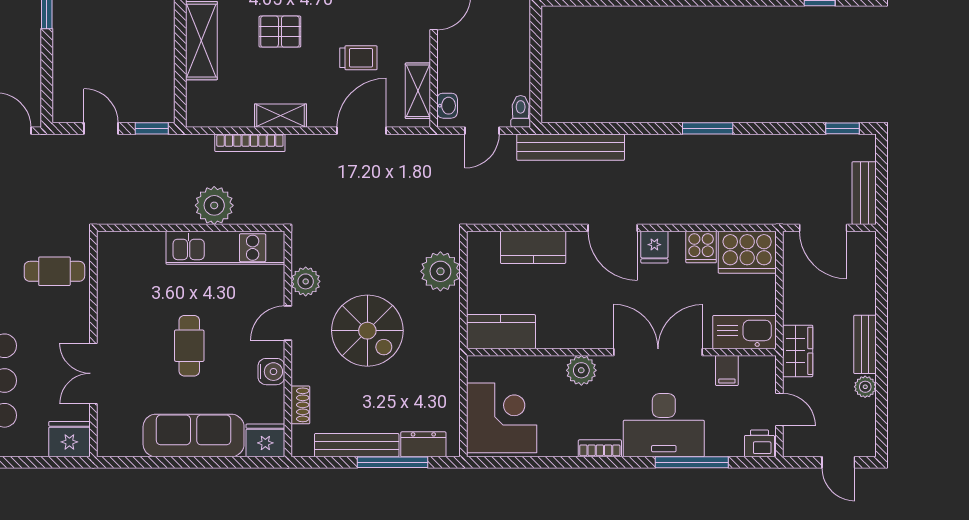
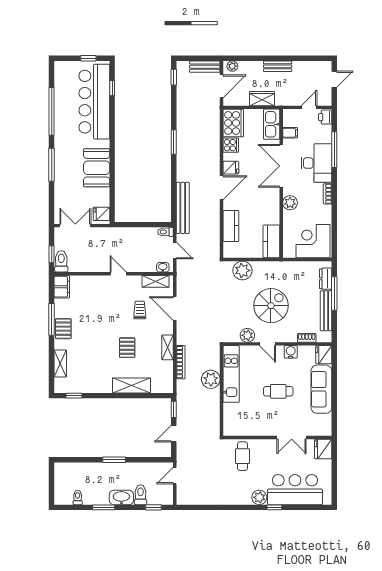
wardrobe: (798, 351) -> (262, 99), moved
plant: (865, 387) -> (232, 66), moved

